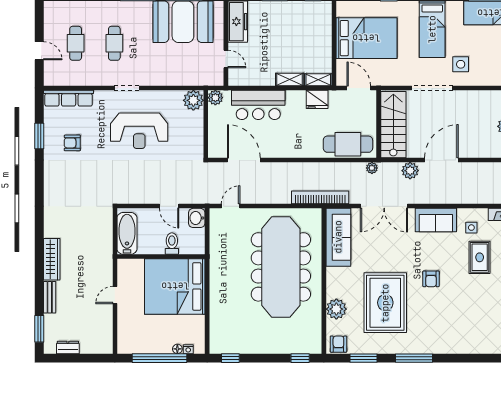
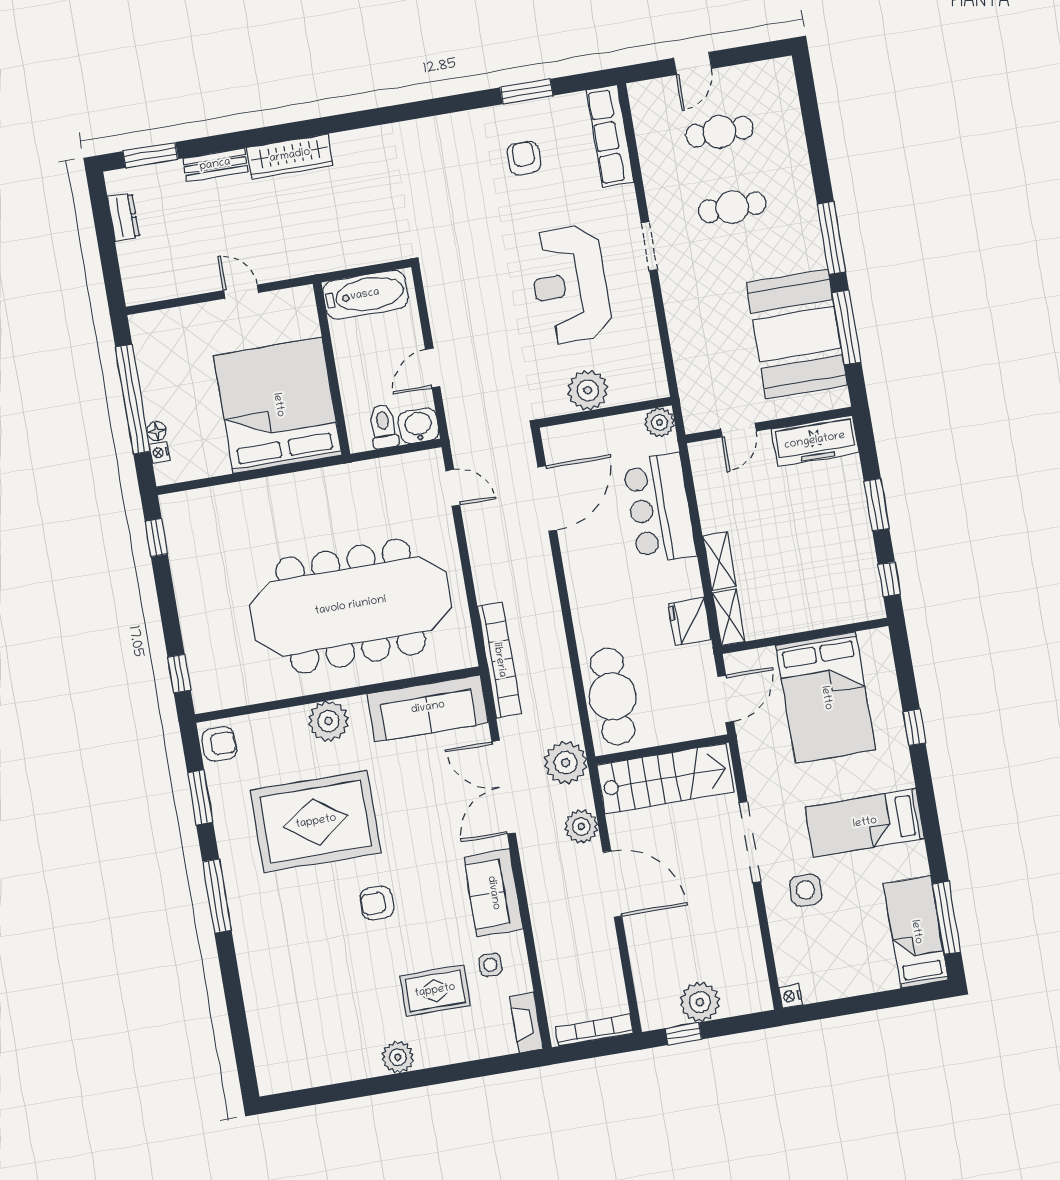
plant: (193, 100) -> (588, 390), moved
plant: (372, 168) -> (566, 763), width x1.88, depth x1.88
toilet: (172, 244) -> (384, 427), moved, turned -90
plant: (336, 309) -> (329, 721), moved

